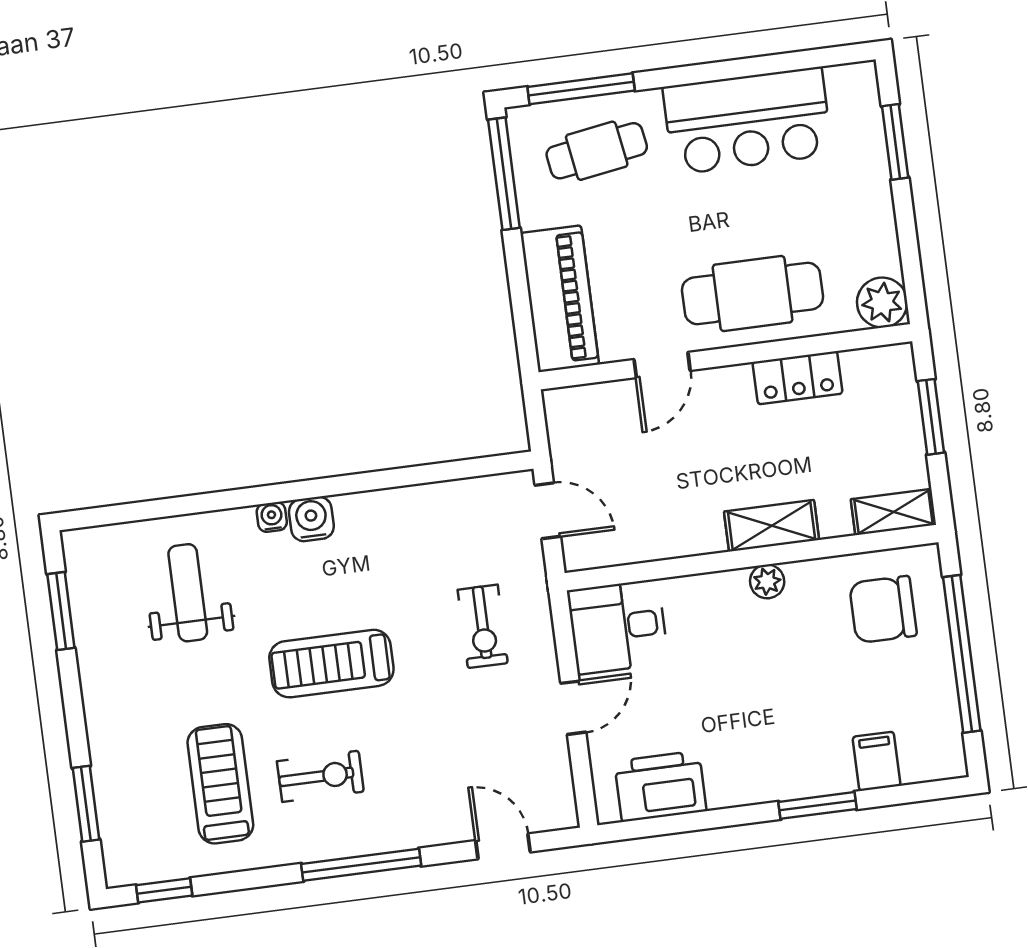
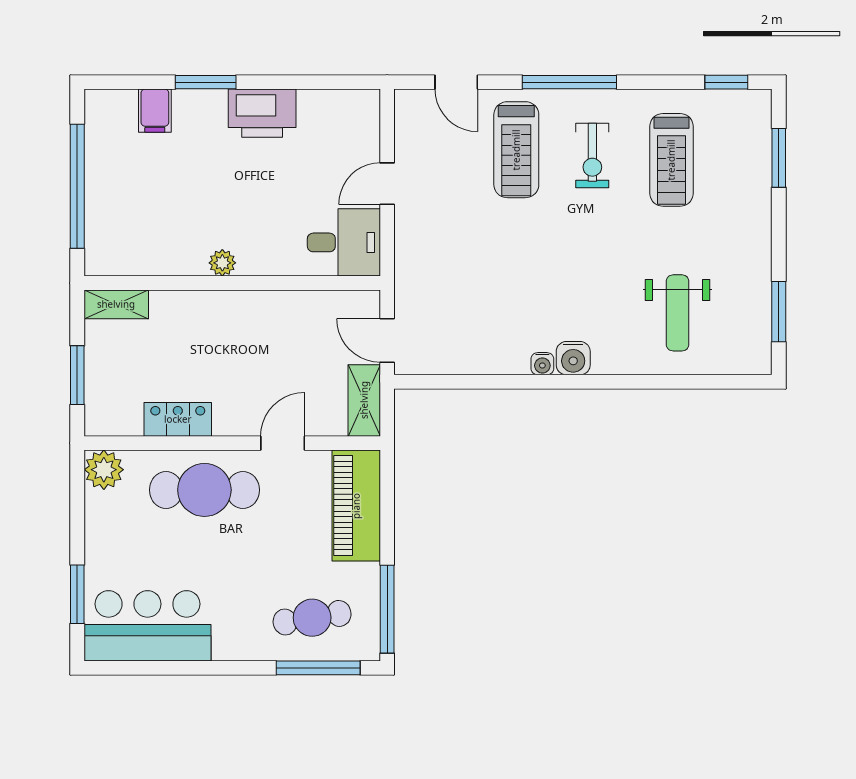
bar counter: (748, 121) -> (147, 626), moved
water cooler: (272, 517) -> (542, 364), moved
shelving: (772, 526) -> (364, 400), moved, turned 90
chair: (883, 609) -> (134, 229), removed
exercise bike: (483, 626) -> (450, 257), removed
treadmill: (331, 664) -> (516, 150), moved, turned 90
exercise bike: (320, 776) -> (592, 155), turned -90
printer: (660, 786) -> (262, 113), moved

